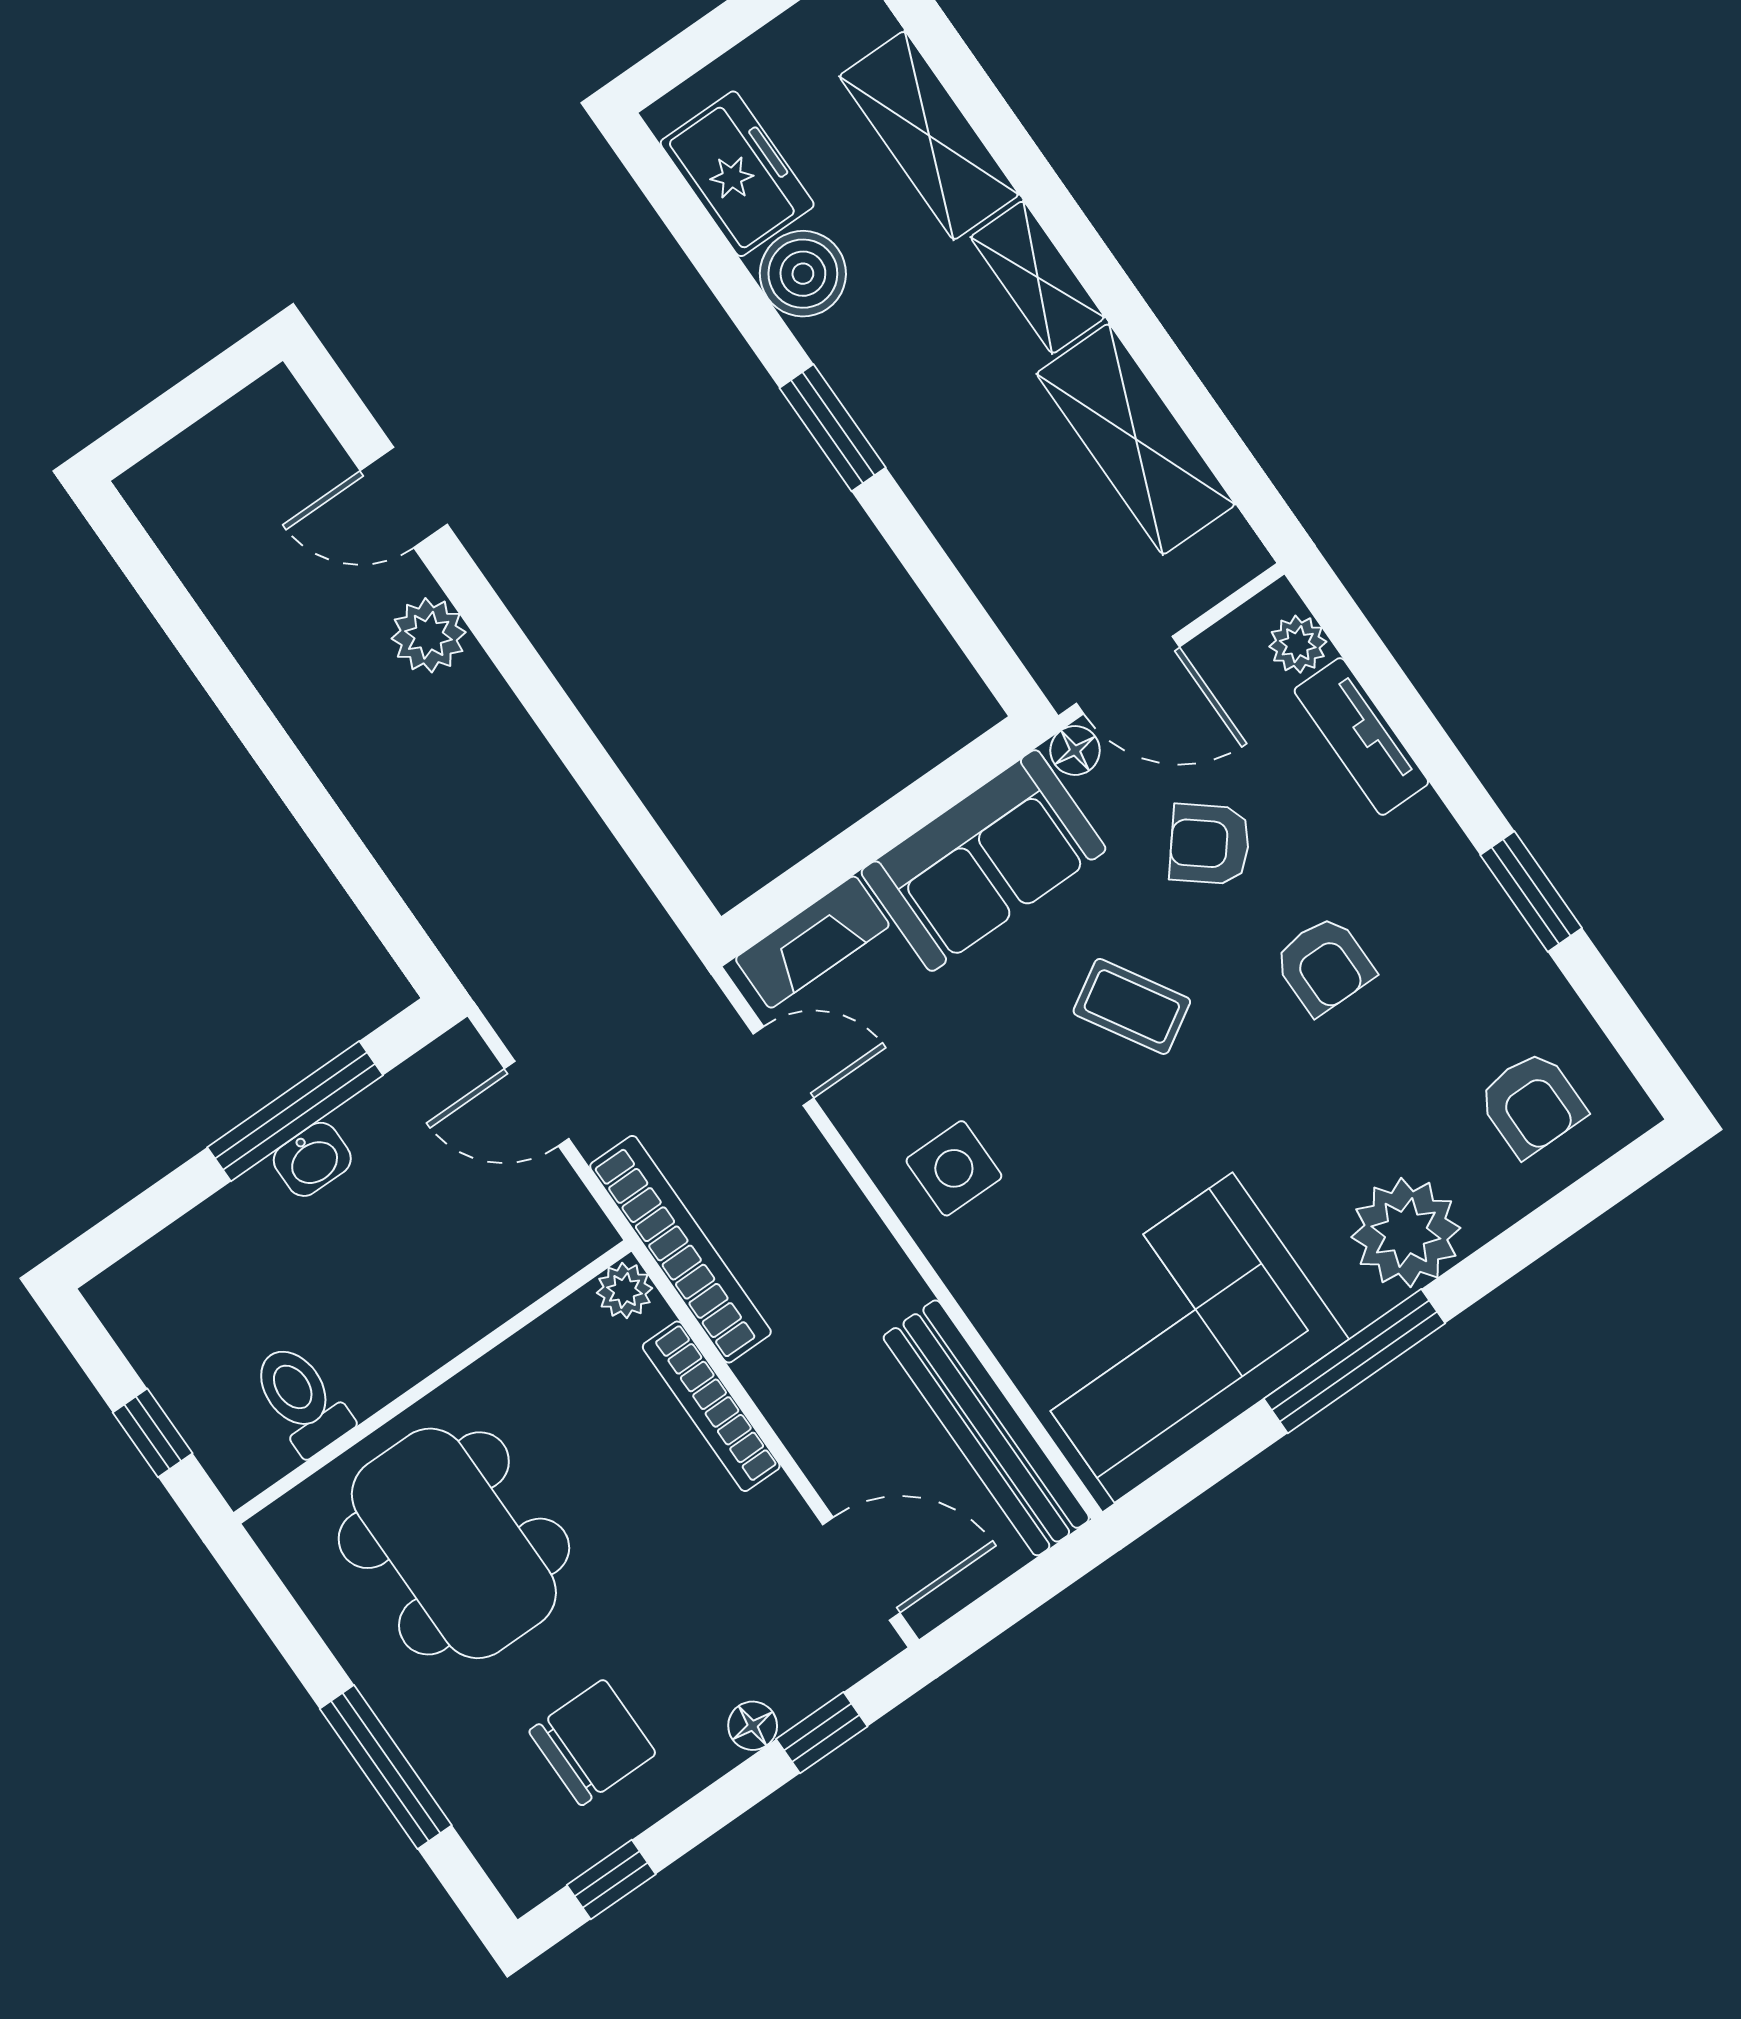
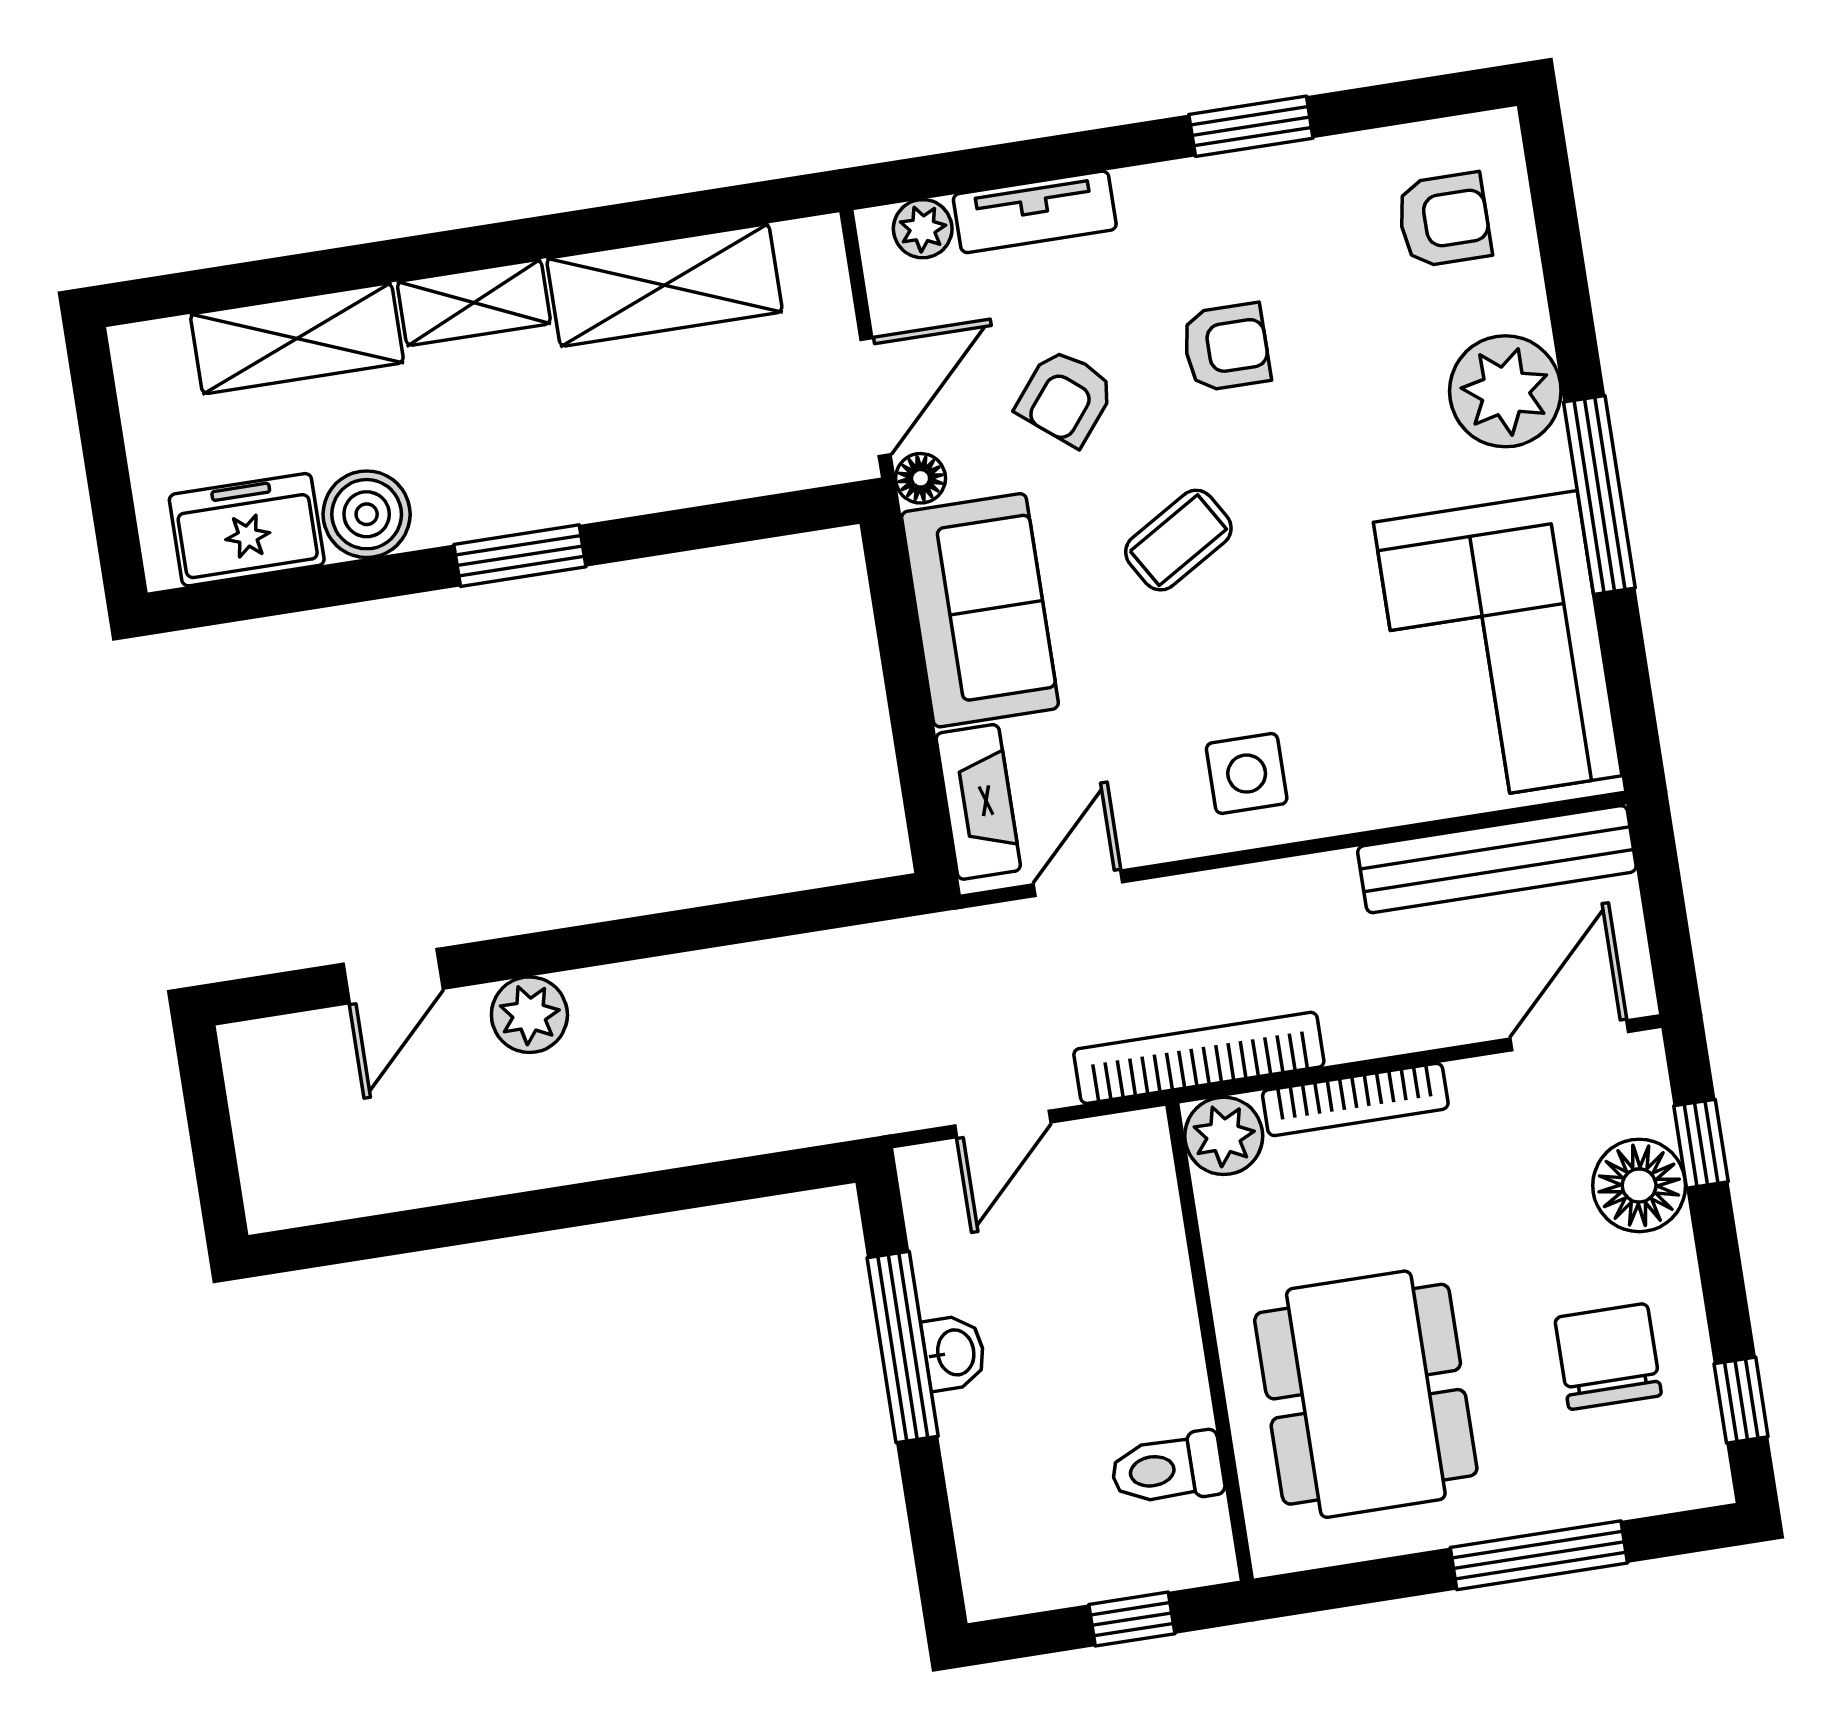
plant: (625, 1291) -> (1224, 1136), width x1.38, depth x1.38
dining table: (454, 1543) -> (1366, 1394), turned 90
floor lamp: (753, 1726) -> (1639, 1185), width x1.89, depth x1.89

